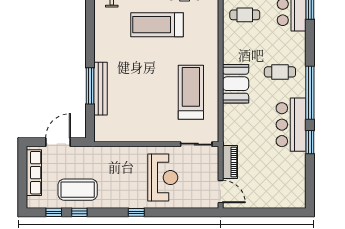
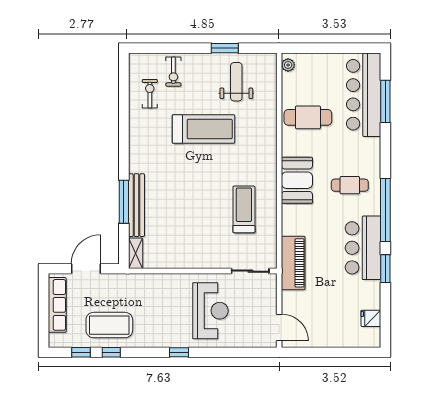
cafe table: (245, 15) -> (308, 117), width x1.37, depth x1.35
treadmill: (157, 25) -> (203, 129), turned 180
booth: (236, 84) -> (297, 180), moved
treadmill: (191, 92) -> (244, 209), width x0.73, depth x0.73
shelving: (100, 129) -> (136, 253), added
piano: (230, 162) -> (293, 263), moved, width x1.37, depth x1.33
fridge: (298, 184) -> (371, 318), added

